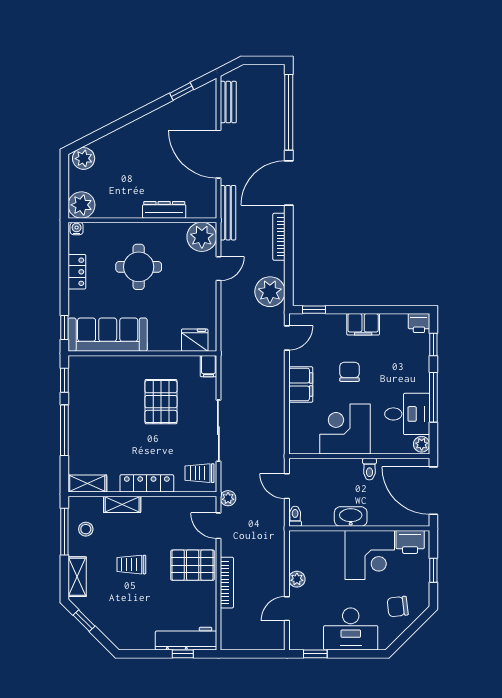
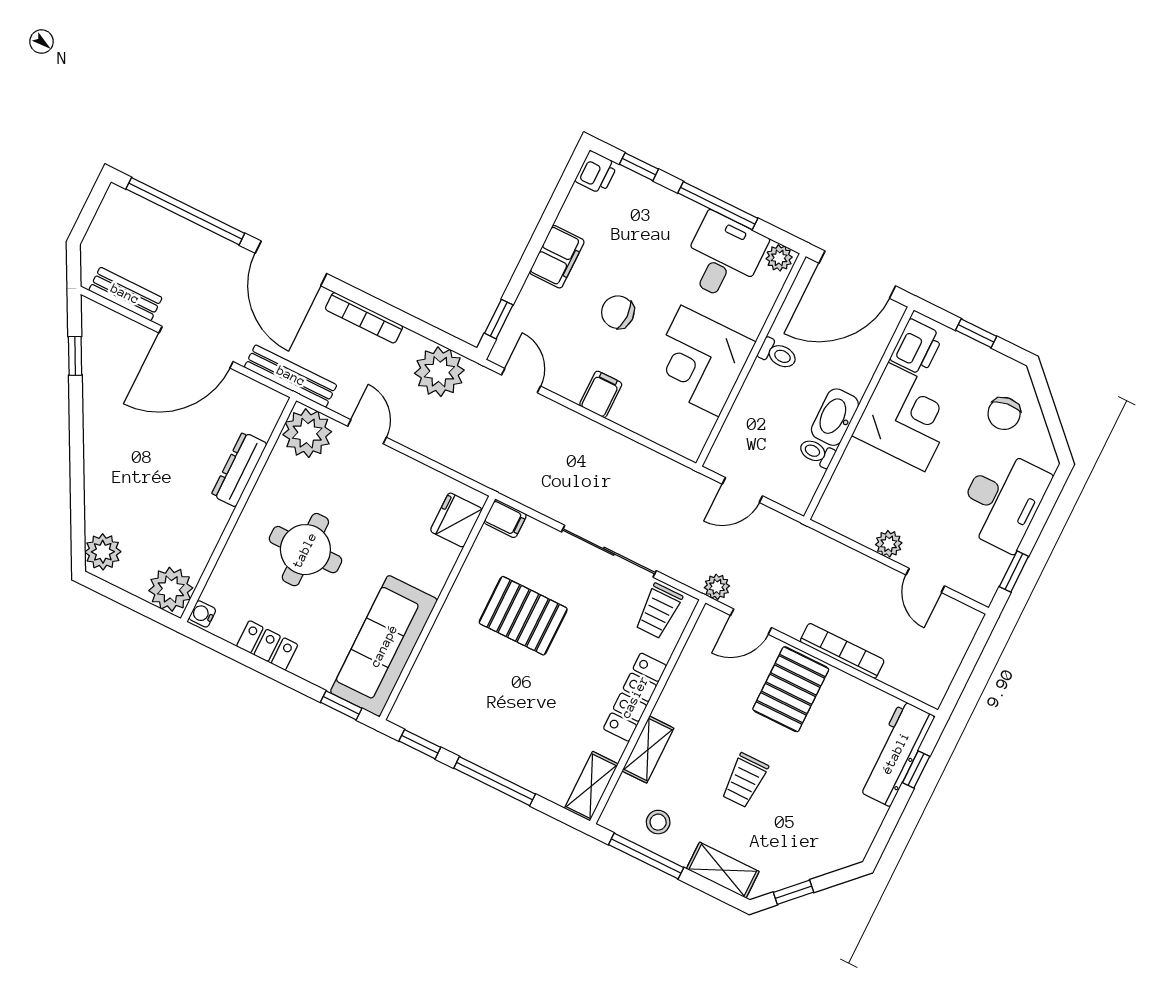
filing cabinet: (301, 384) -> (601, 394), width x0.50
toilet: (295, 516) -> (817, 453), moved

